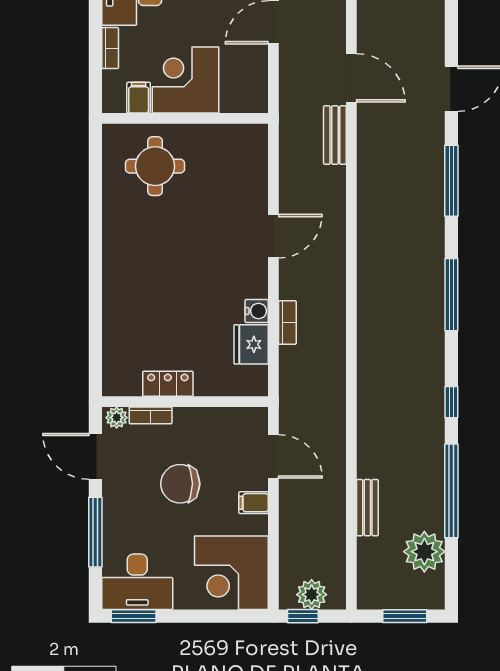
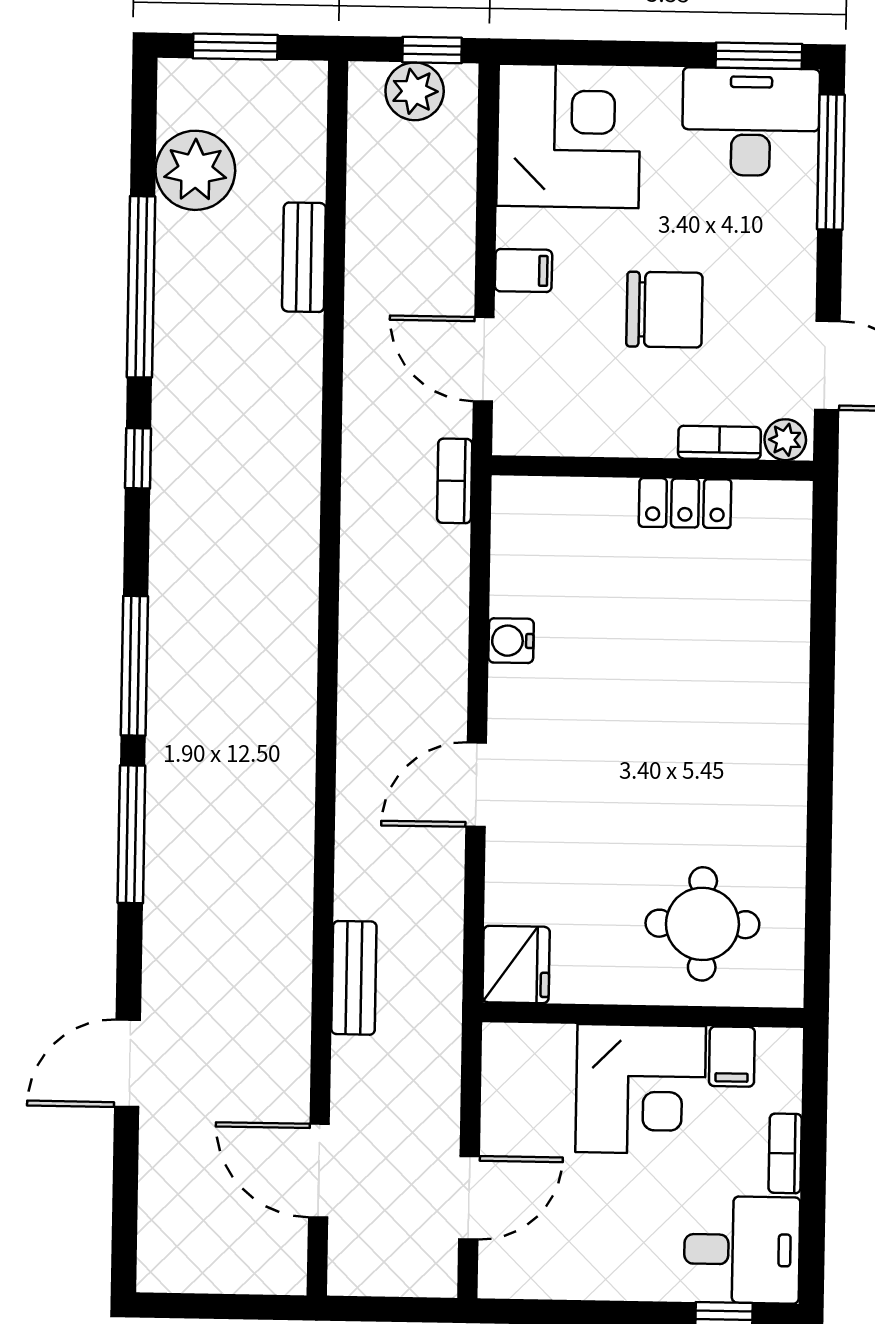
door: (351, 78) -> (319, 1171), moved
window: (451, 181) -> (131, 834), moved
bookcase: (287, 323) -> (455, 481), moved
fridge: (251, 344) -> (516, 965), moved
window: (95, 532) -> (831, 162), moved

